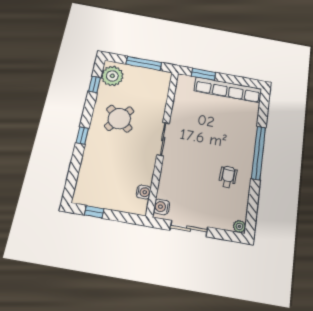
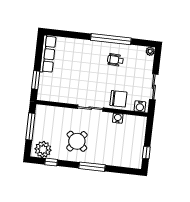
row of seats: (228, 90) -> (48, 54), width x0.73
window: (82, 136) -> (92, 167), width x2.17
window: (259, 153) -> (111, 39), moved
chair: (174, 177) -> (118, 99), added
water cooler: (144, 192) -> (118, 118), moved

